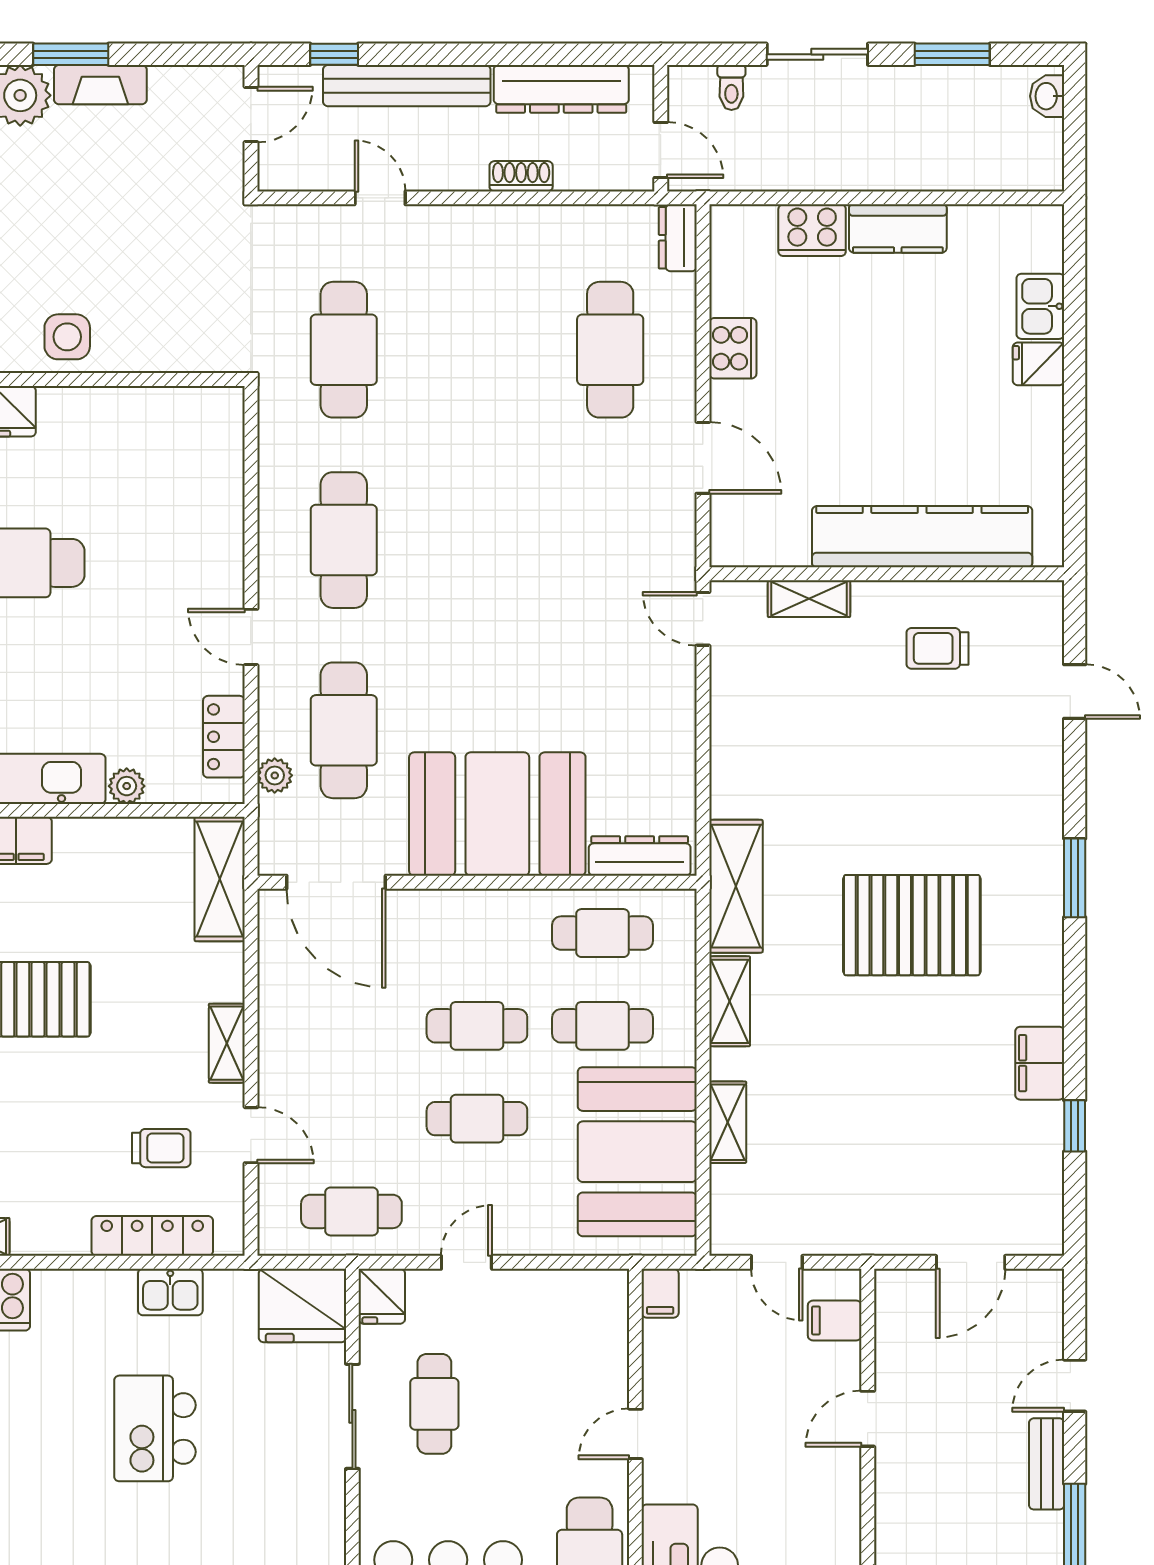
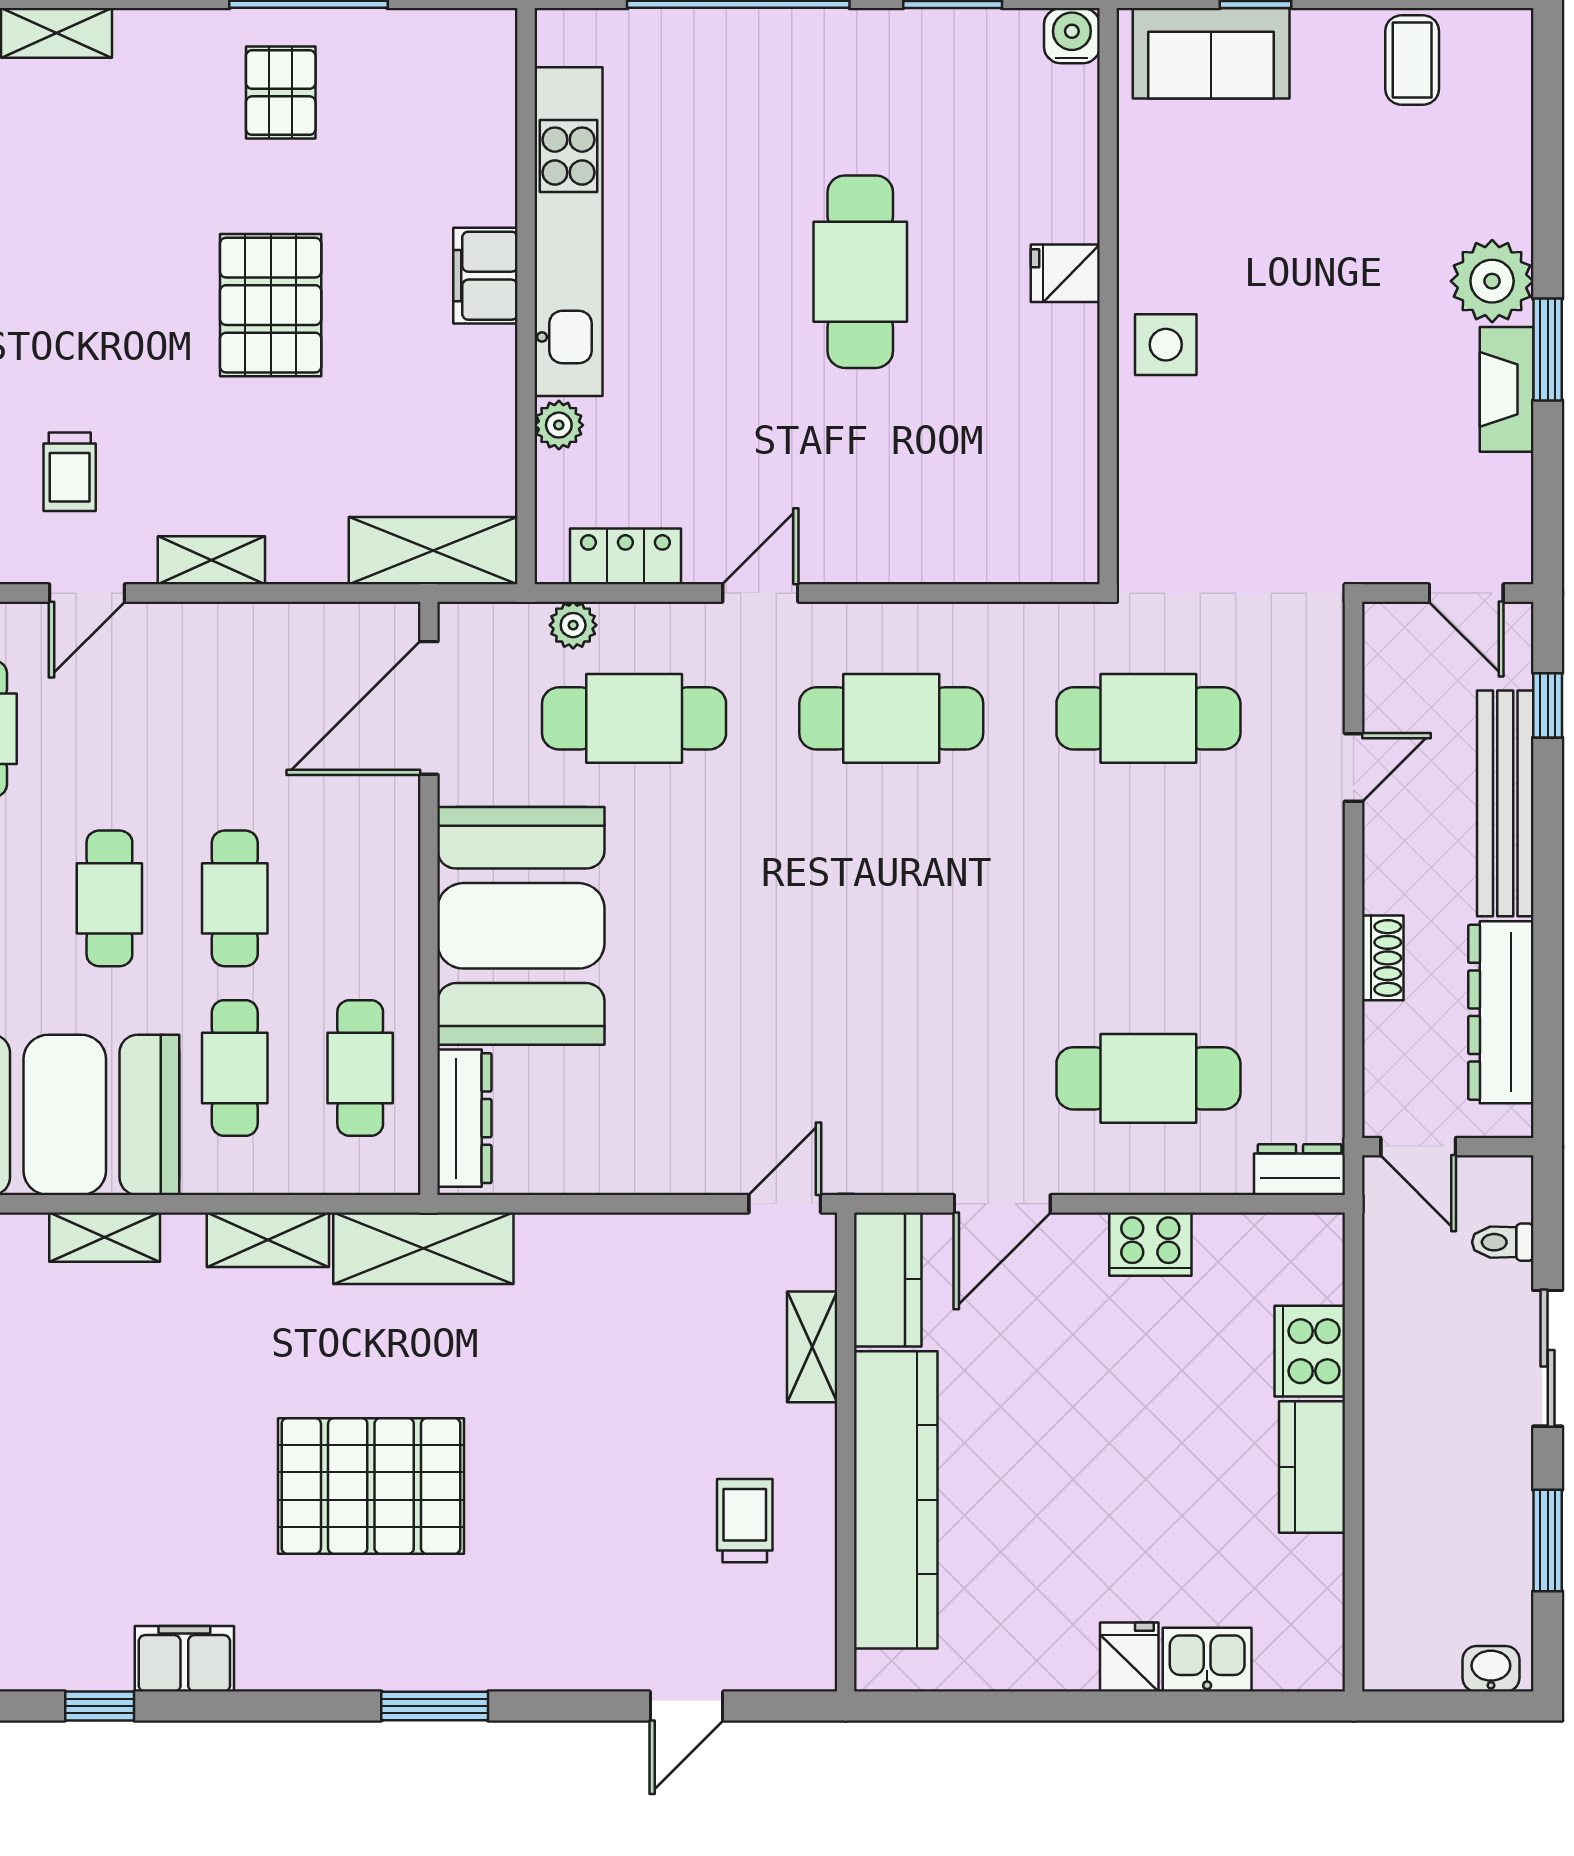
door: (661, 150) -> (1418, 1147), hinge flipped
kitchen counter: (759, 543) -> (888, 1279), added
pallet: (912, 925) -> (371, 1486), turned 90

